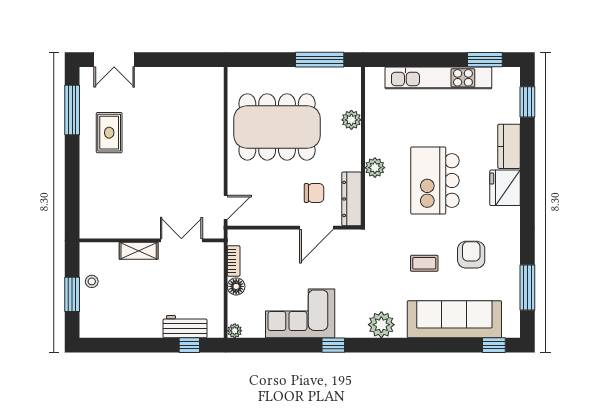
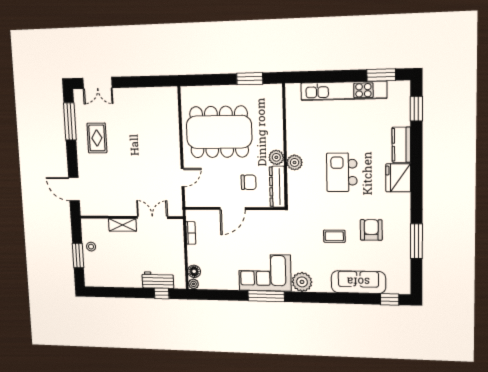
window: (320, 60) -> (250, 79), width x0.69
plant: (351, 120) -> (276, 157), moved
kitchen island: (435, 180) -> (342, 172), width x0.73, depth x0.78
door: (72, 202) -> (74, 189), added
door: (226, 207) -> (183, 178), moved
door: (316, 228) -> (233, 208), moved
floor lamp: (236, 286) -> (194, 271), moved
window: (527, 287) -> (416, 241), moved
corner sofa: (300, 313) -> (265, 273), moved
sofa: (454, 319) -> (358, 282), width x0.74, depth x0.79
window: (333, 345) -> (266, 296), width x2.17

